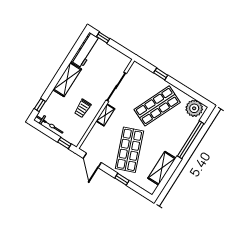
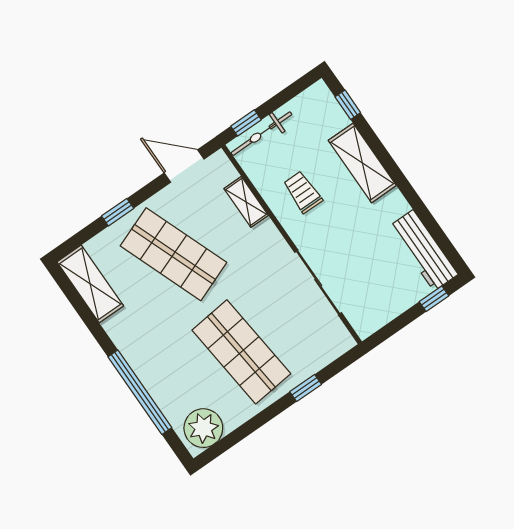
shelving: (67, 79) -> (362, 163), moved
shop shelf: (157, 106) -> (241, 352), turned -30
shelving: (105, 115) -> (246, 202), moved
bicycle: (49, 124) -> (261, 134), moved
shelving: (162, 168) -> (90, 284), moved

